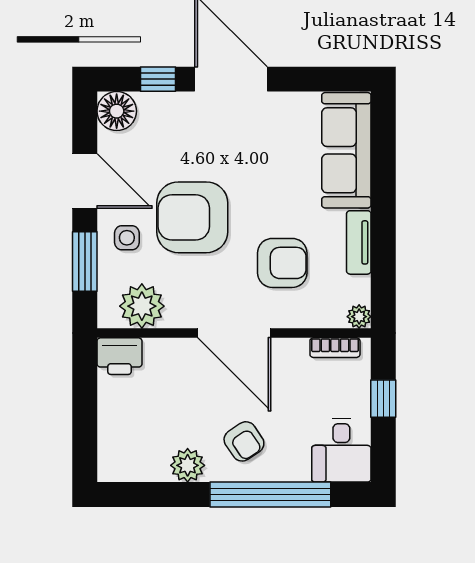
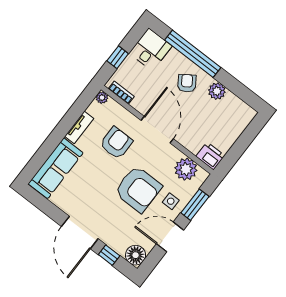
door: (85, 181) -> (170, 237), hinge flipped
armchair: (282, 263) -> (116, 143), turned 90

